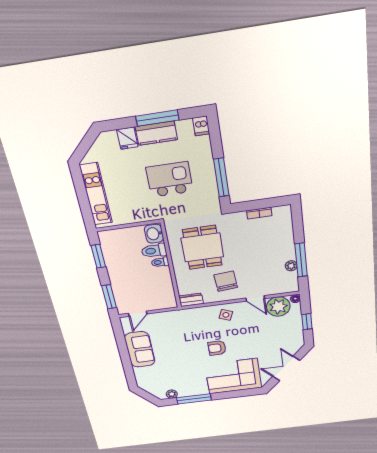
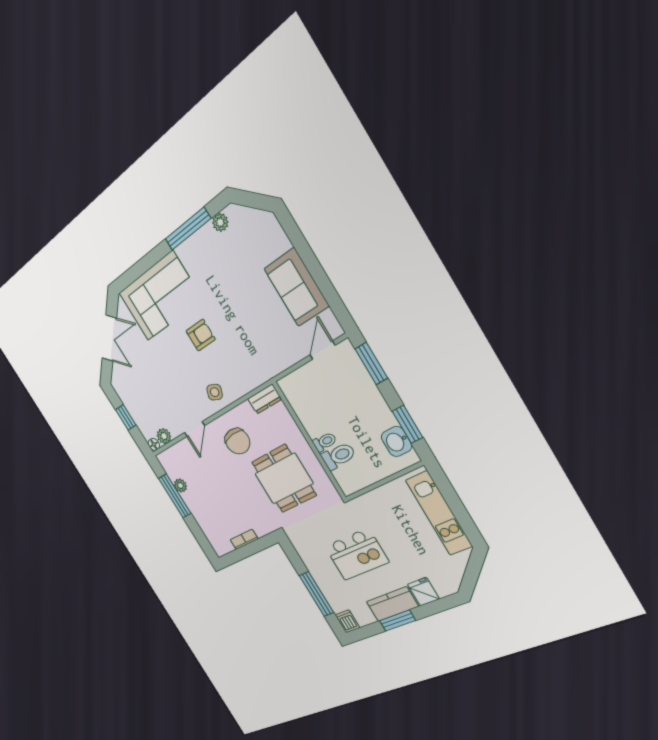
window: (157, 118) -> (397, 621), width x0.69
window: (221, 177) -> (316, 594), moved
washbasin: (154, 234) -> (397, 441), moved, turned 180
door: (255, 298) -> (194, 429), swing flipped
plant: (278, 307) -> (164, 436), width x0.53, depth x0.53

